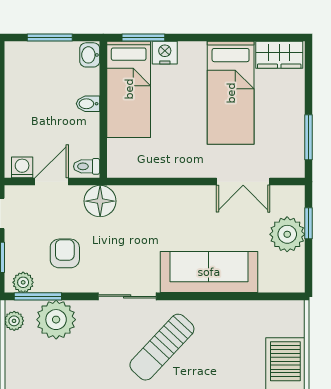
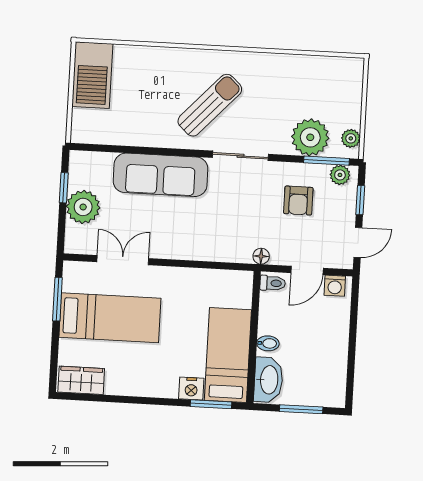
washbasin: (90, 55) -> (268, 380), width x1.91, depth x1.45
bed: (231, 93) -> (110, 318), moved, turned 90
floor lamp: (100, 201) -> (261, 256), width x0.53, depth x0.53
window: (308, 223) -> (64, 188), moved

